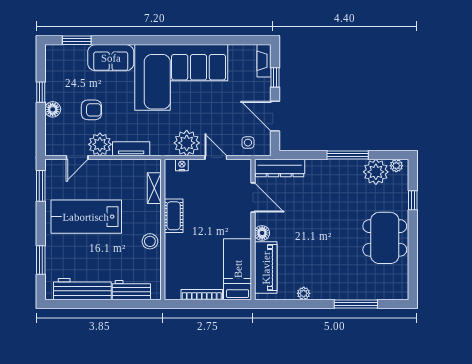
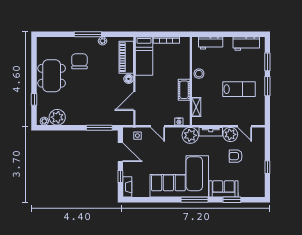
window: (77, 40) -> (232, 200), moved
window: (157, 40) -> (194, 200), added
floor lamp: (53, 109) -> (260, 156), removed
plant: (187, 143) -> (190, 135), moved
window: (348, 155) -> (99, 128), moved
door: (77, 157) -> (245, 126), swing flipped
dresser: (280, 168) -> (118, 120), removed
window: (41, 186) -> (267, 86), moved
door: (253, 198) -> (134, 101), hinge flipped
lab bench: (86, 217) -> (239, 89), width x0.73, depth x0.72
chair: (340, 261) -> (79, 61), added
workbench: (82, 289) -> (246, 44), width x0.73
window: (356, 304) -> (88, 34), moved

